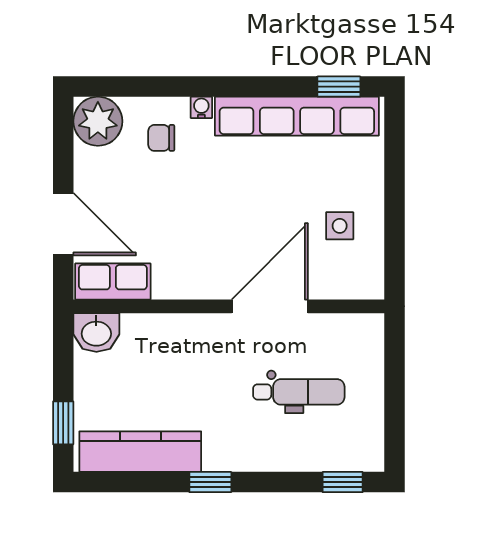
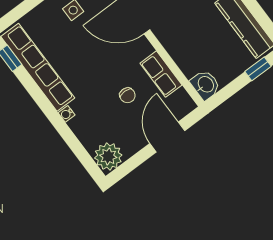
chair: (161, 138) -> (127, 95), moved
row of seats: (113, 282) -> (161, 74), moved

